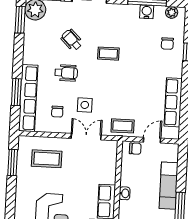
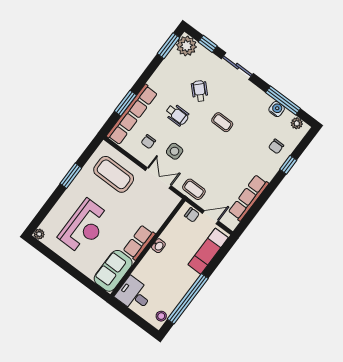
coffee table: (47, 159) -> (114, 174), width x1.36, depth x1.32
window: (13, 163) -> (71, 176), moved
exam couch: (169, 186) -> (208, 251), moved

